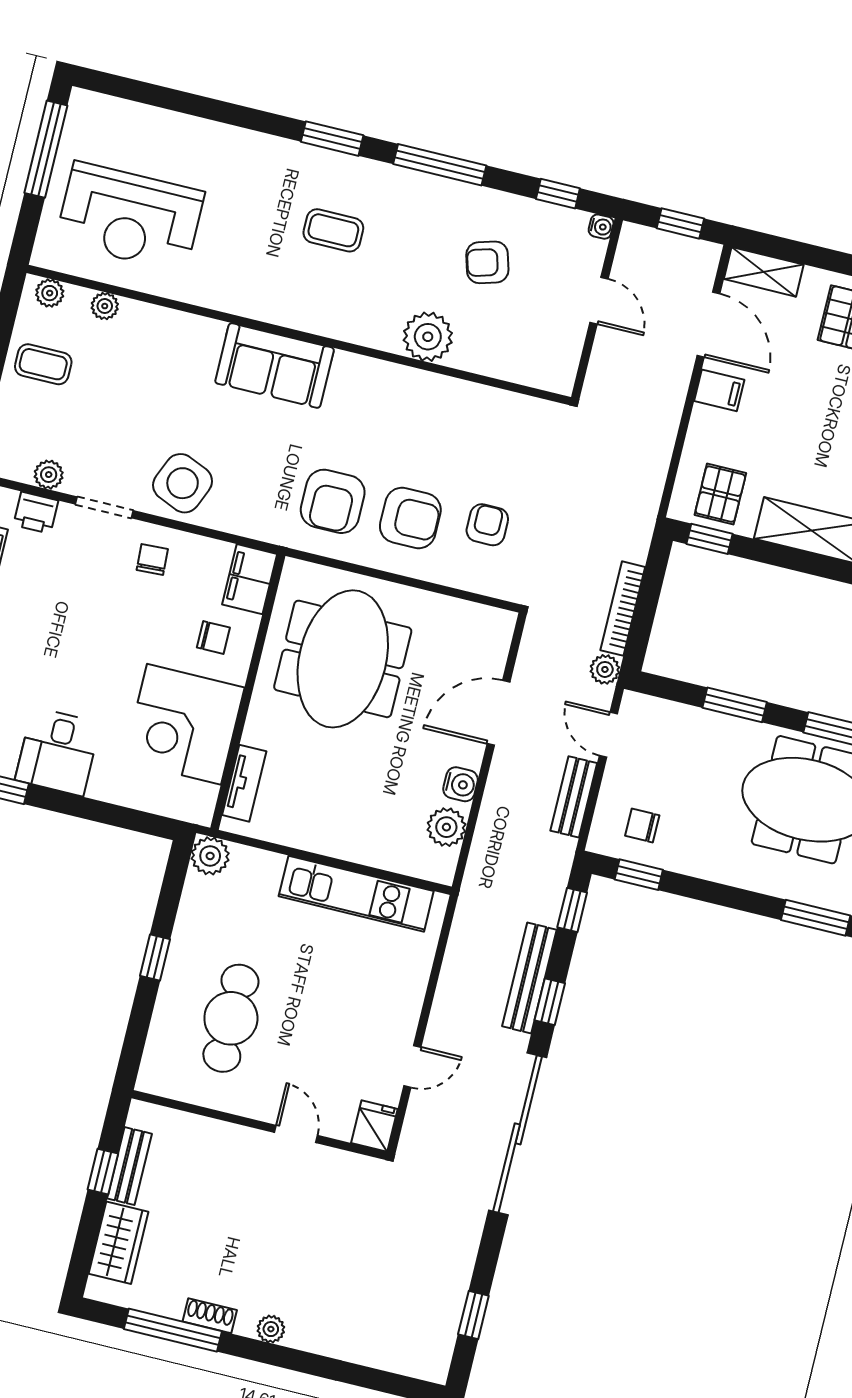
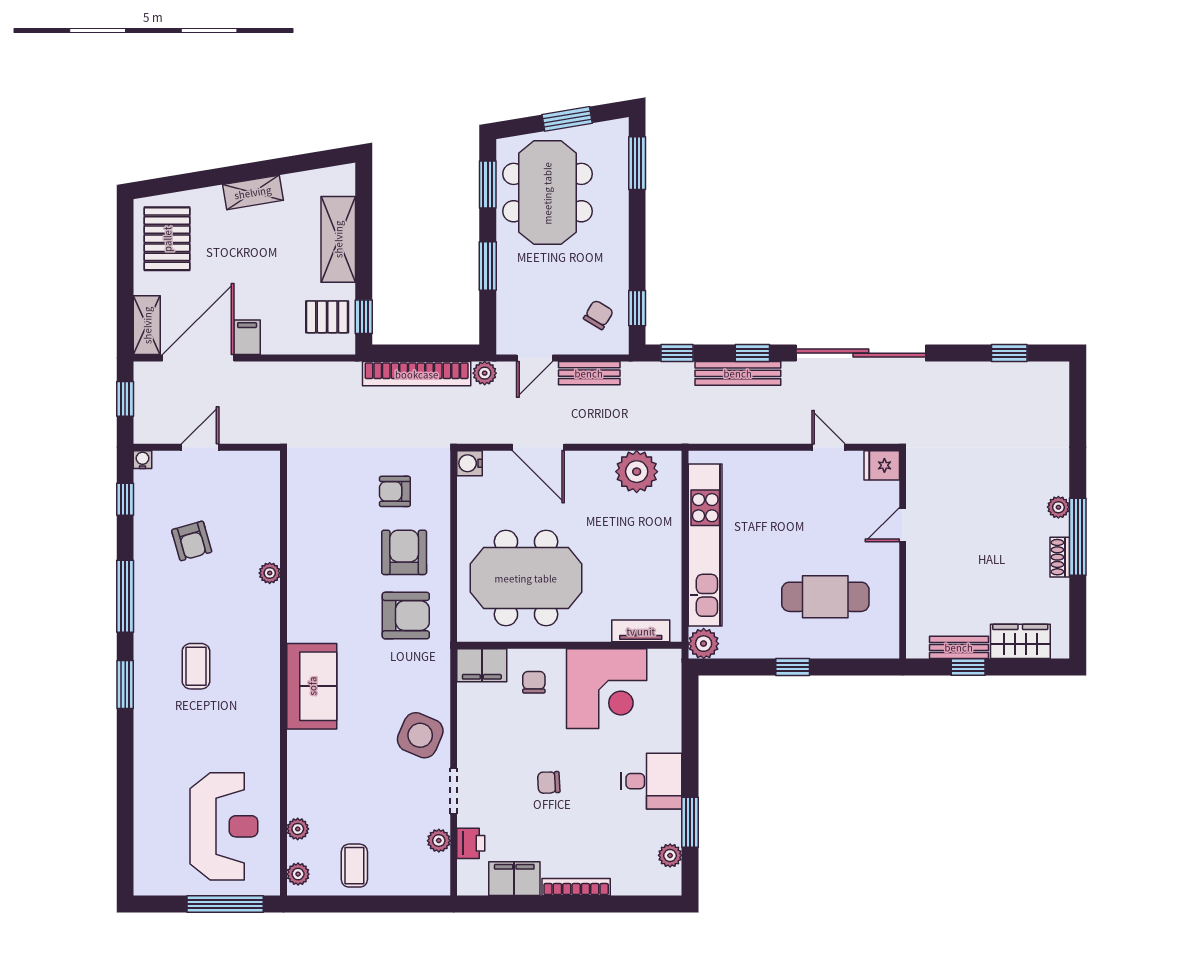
window: (46, 149) -> (225, 904), moved
door: (708, 325) -> (198, 358), width x1.36
plant: (428, 337) -> (270, 573), width x0.53, depth x0.53
chair: (152, 560) -> (549, 782), moved
bookcase: (623, 609) -> (417, 374), width x1.48, depth x1.31
water cooler: (460, 784) -> (470, 463), moved, turned -90
chair: (642, 825) -> (598, 315), turned -149
plant: (446, 827) -> (637, 472), width x1.36, depth x1.36
kitchen unit: (356, 894) -> (705, 545), width x1.36
window: (173, 1330) -> (1078, 537), moved

